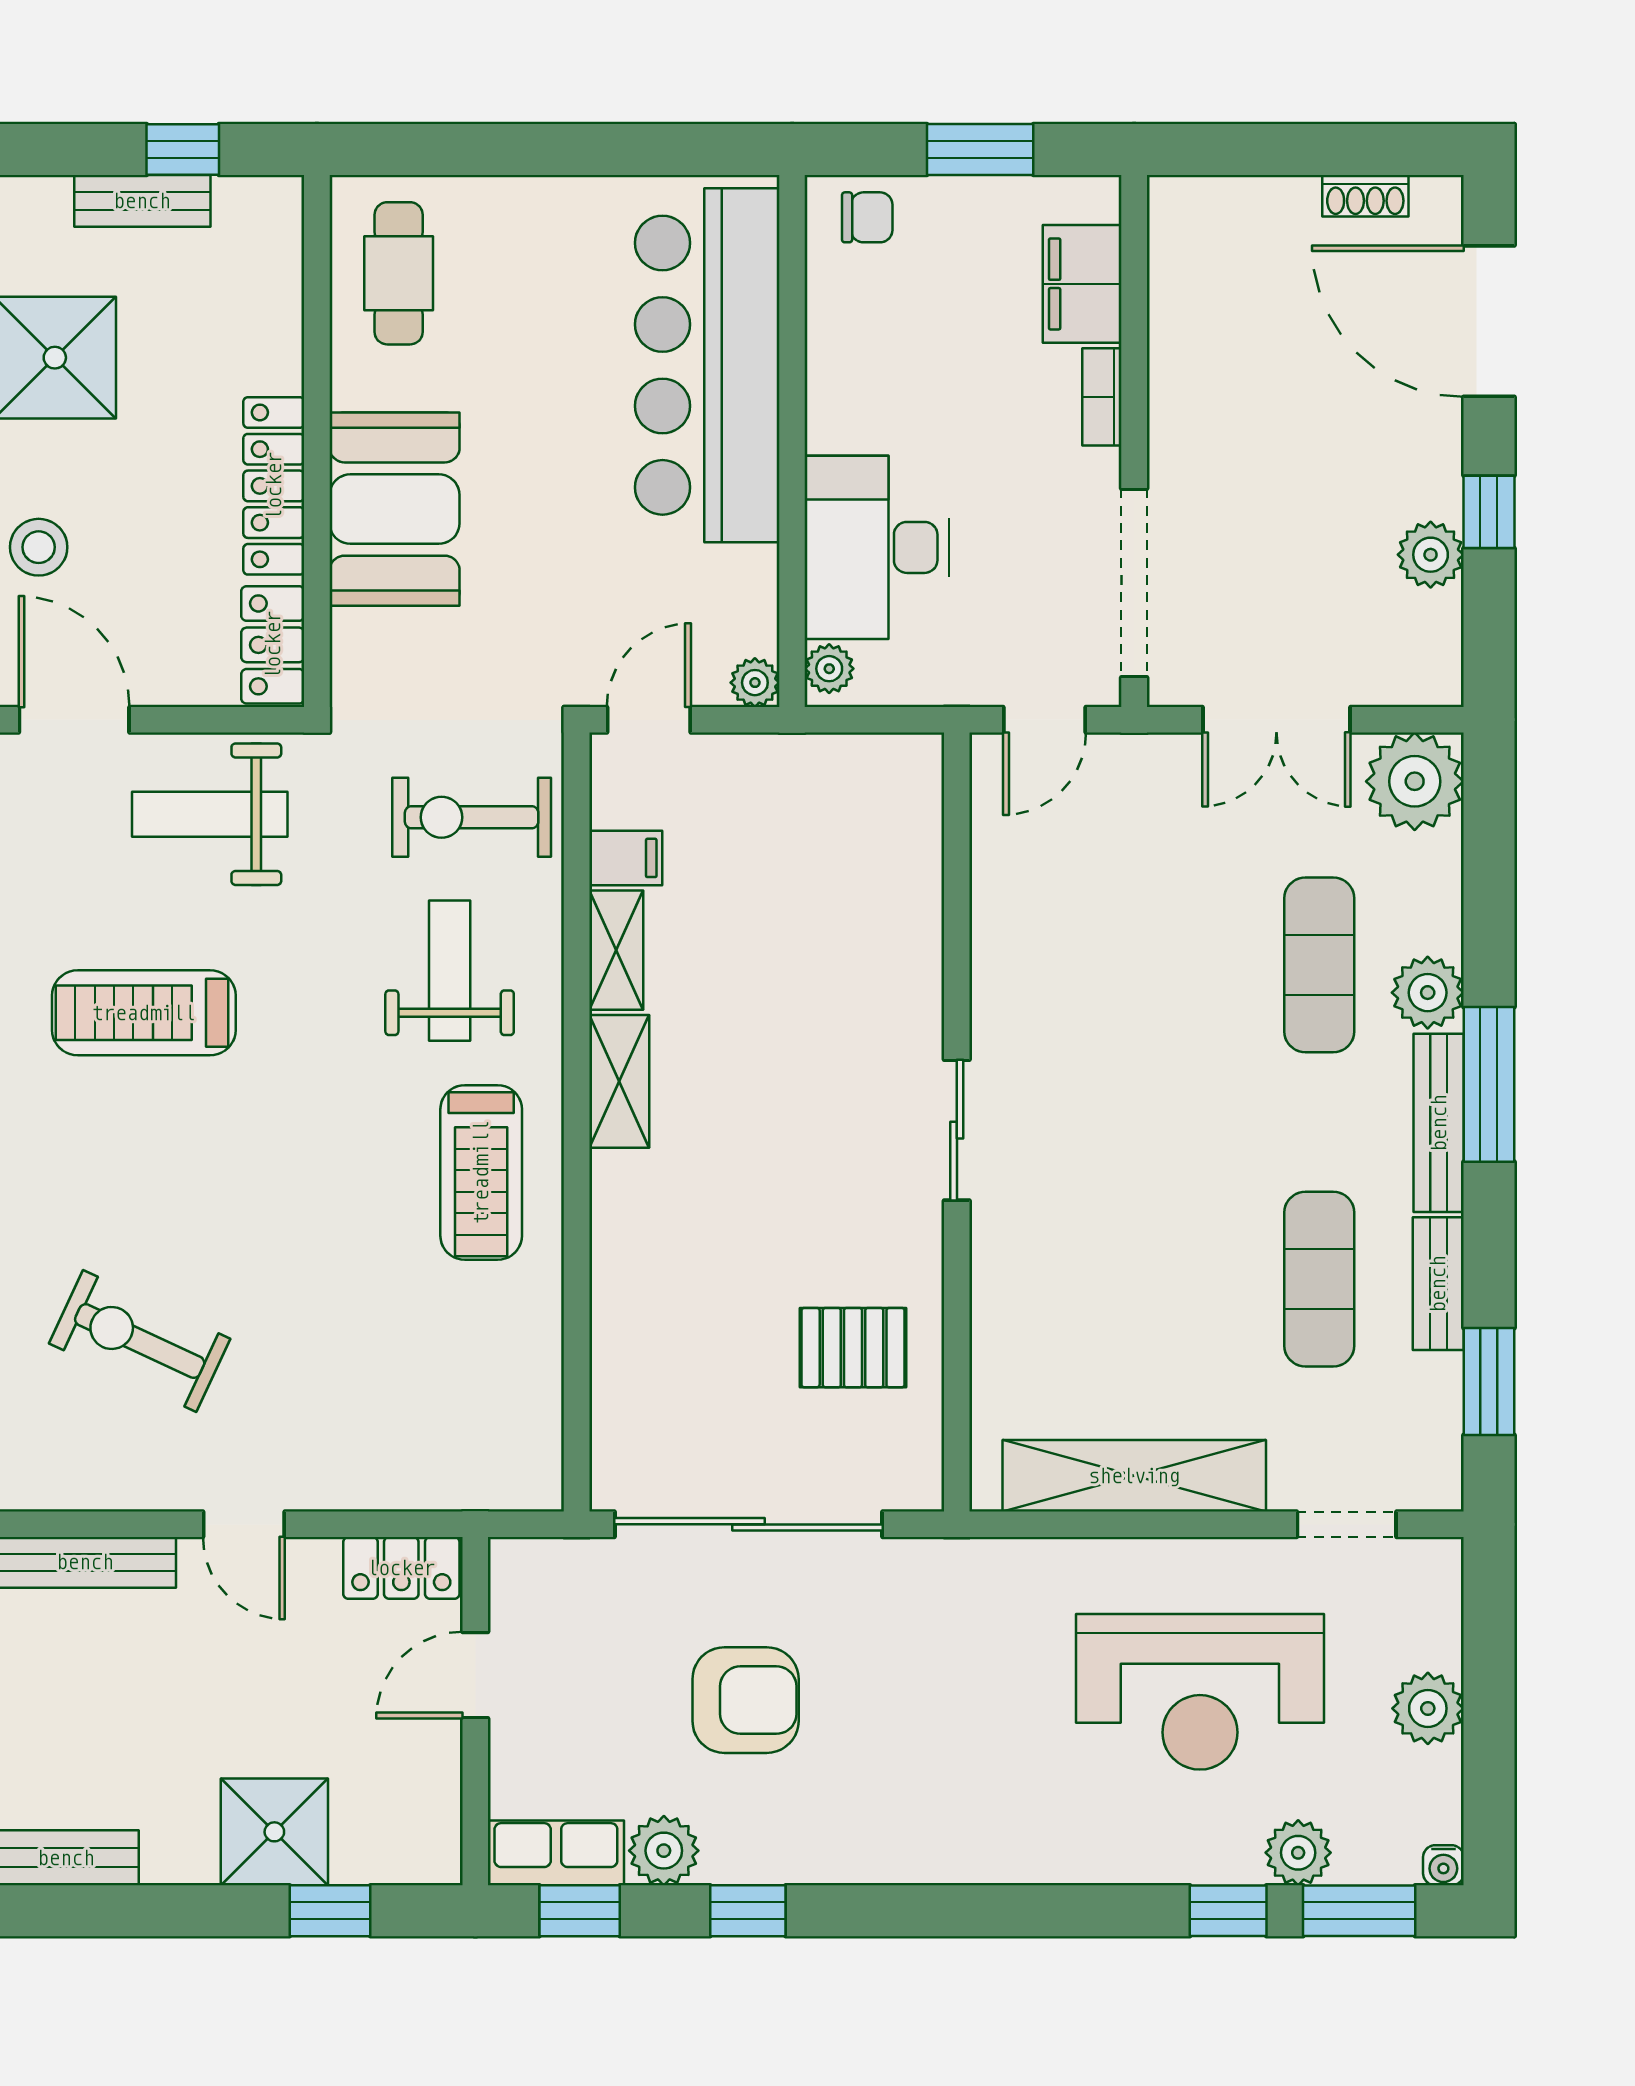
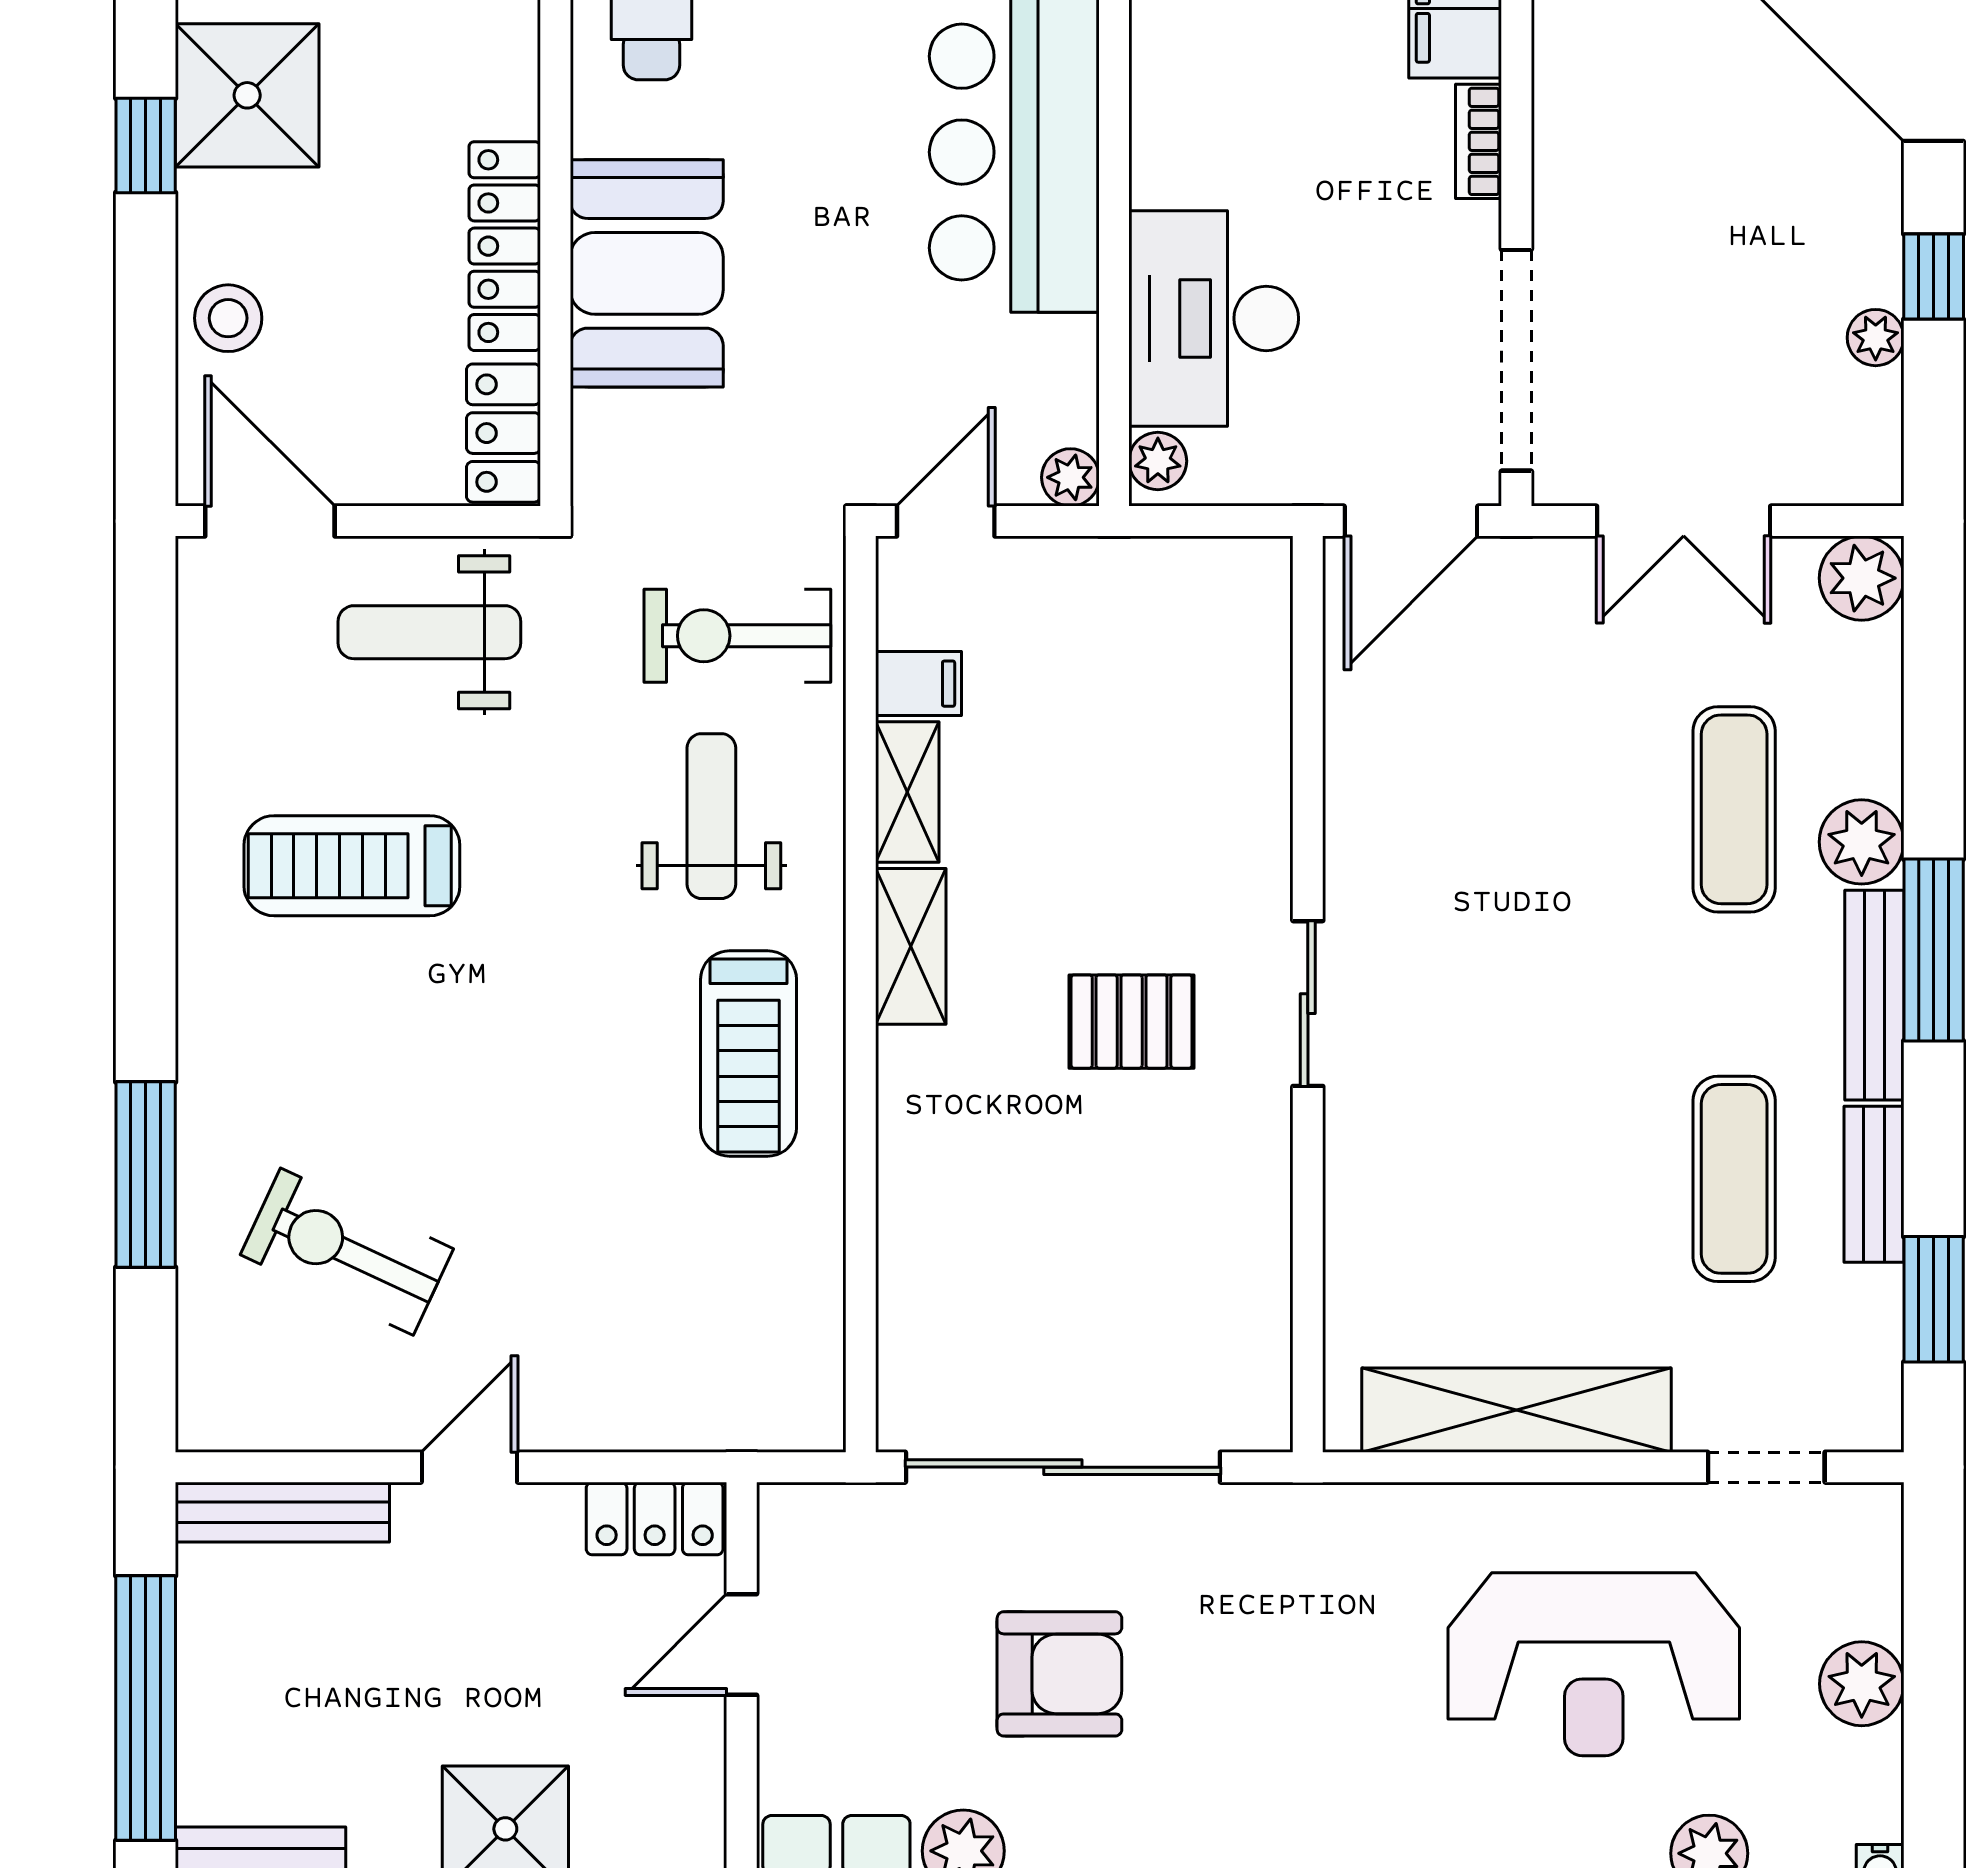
plant: (1431, 555) -> (1876, 338), width x0.73, depth x0.73
door: (1045, 720) -> (1411, 521), width x1.38
plant: (1415, 781) -> (1862, 578), width x0.73, depth x0.73
pallet: (853, 1348) -> (1132, 1022), moved
door: (244, 1524) -> (469, 1467), swing flipped

